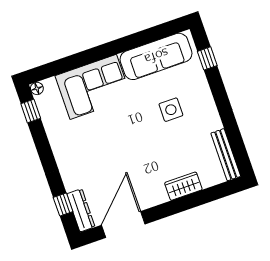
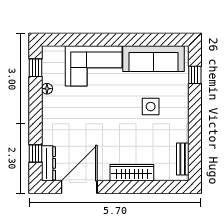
floor lamp: (37, 88) -> (47, 89), moved
bench: (226, 155) -> (183, 159), width x0.73
wardrobe: (183, 186) -> (132, 173), width x1.50

